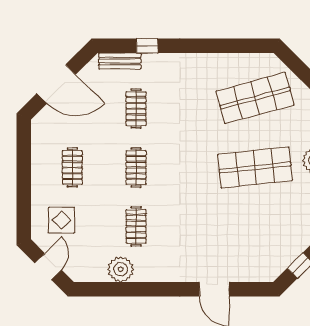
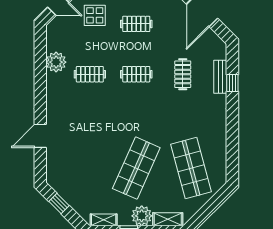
bench: (120, 61) -> (220, 77), moved
clothes rail: (136, 109) -> (183, 74), turned 90
shop shelf: (255, 167) -> (136, 168), turned 30

